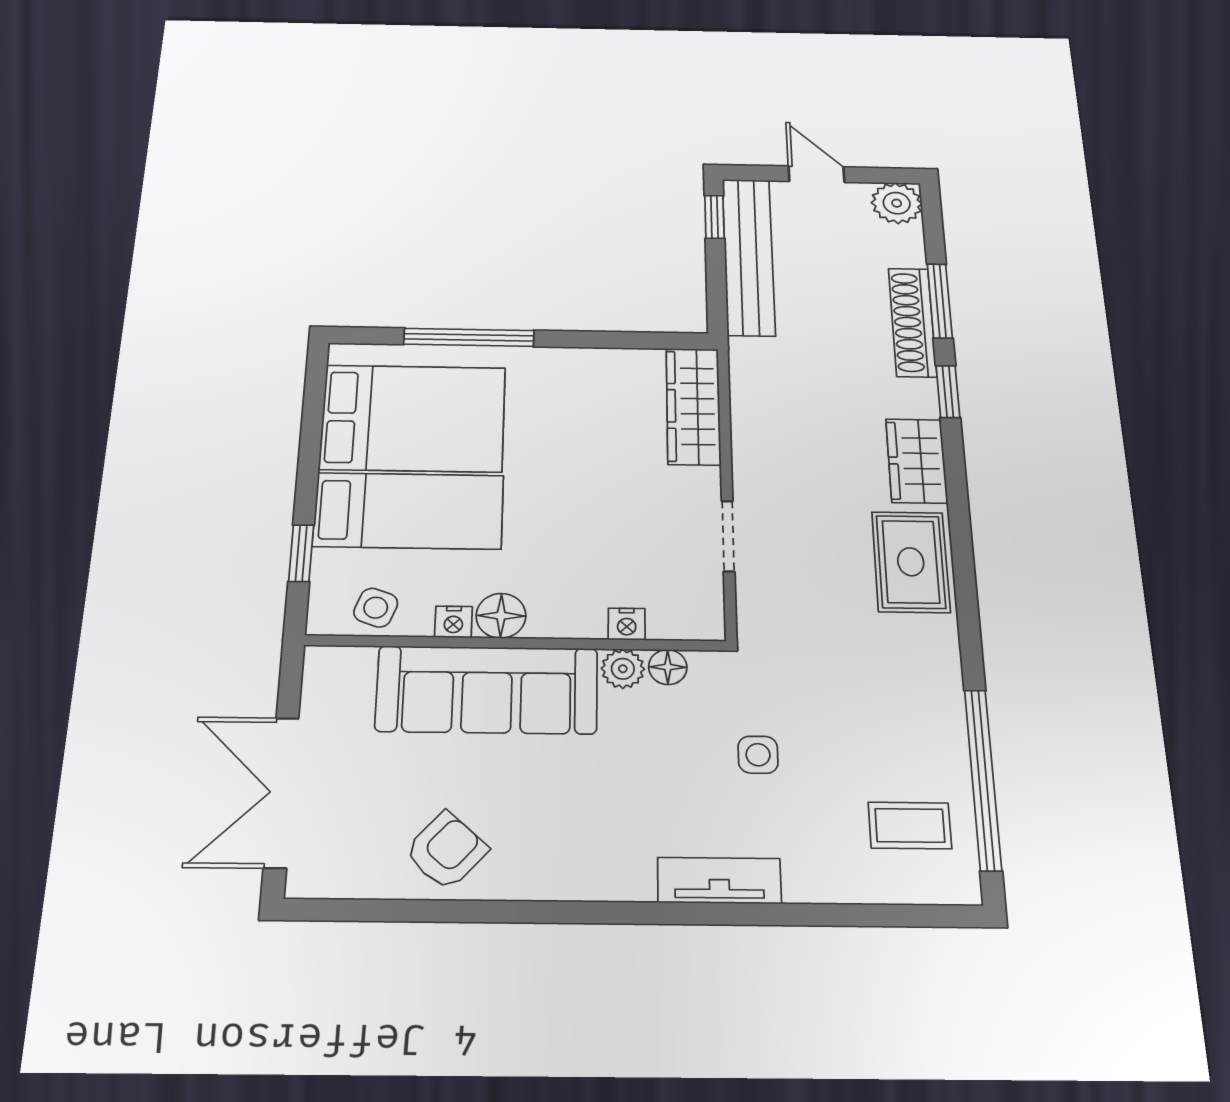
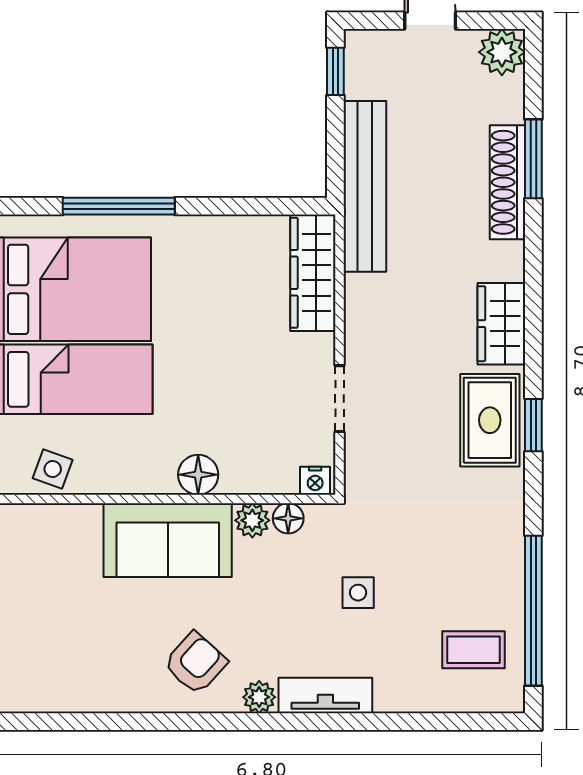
bench: (748, 256) -> (365, 186), moved
window: (948, 392) -> (533, 425), moved
floor lamp: (501, 616) -> (198, 475), moved
nightstand: (453, 622) -> (116, 481), removed
nightstand: (627, 624) -> (315, 481), moved
sofa: (487, 690) -> (168, 540), width x0.73
armchair: (446, 851) -> (195, 663), moved
plant: (632, 882) -> (259, 697), added

